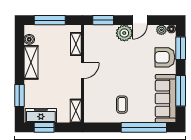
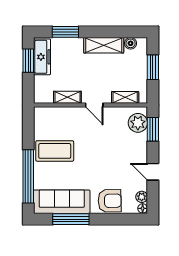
window: (50, 20) -> (153, 67), width x0.69
plant: (124, 33) -> (138, 123), moved
window: (181, 48) -> (120, 219), removed
armchair: (165, 57) -> (110, 201), turned 89
coffee table: (122, 105) -> (55, 151), width x1.86, depth x1.72
shelving: (76, 111) -> (67, 97), moved

